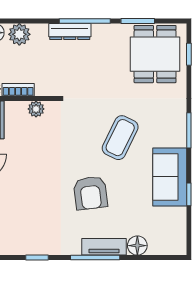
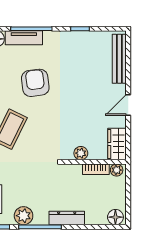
dresser: (70, 32) -> (67, 218), moved
plant: (19, 34) -> (24, 216), moved

